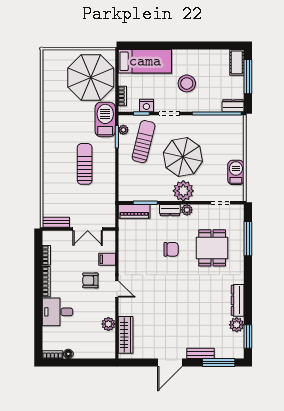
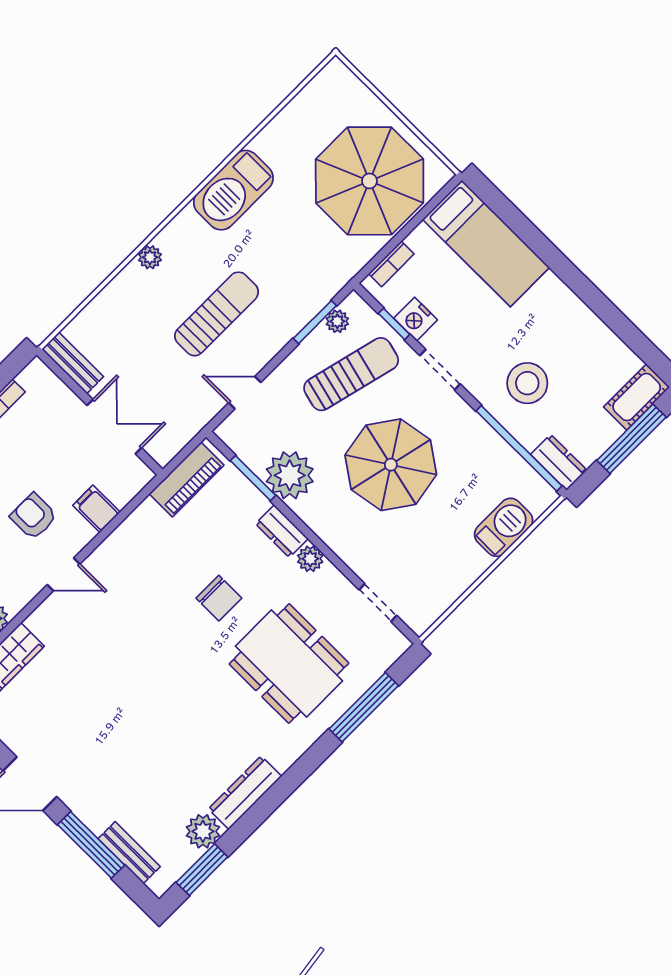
stool: (187, 83) -> (527, 383), moved
barbecue: (105, 120) -> (233, 190), moved, turned 180
plant: (47, 167) -> (150, 257), added
barbecue: (236, 172) -> (504, 527), moved
door: (117, 179) -> (245, 393), added
plant: (183, 191) -> (290, 475), moved
piano: (134, 211) -> (187, 479), moved, turned -90
double door: (88, 229) -> (114, 427), swing flipped
dining table: (212, 248) -> (289, 664), width x1.38
door: (117, 289) -> (64, 574), hinge flipped
bench: (201, 353) -> (129, 853), moved
window: (219, 363) -> (91, 845), moved

